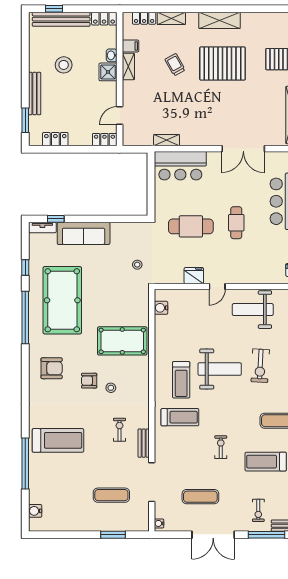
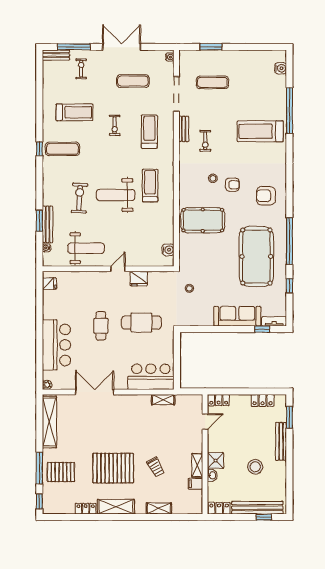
locker: (144, 18) -> (86, 509), moved
treadmill: (180, 417) -> (149, 132), moved, turned 90

